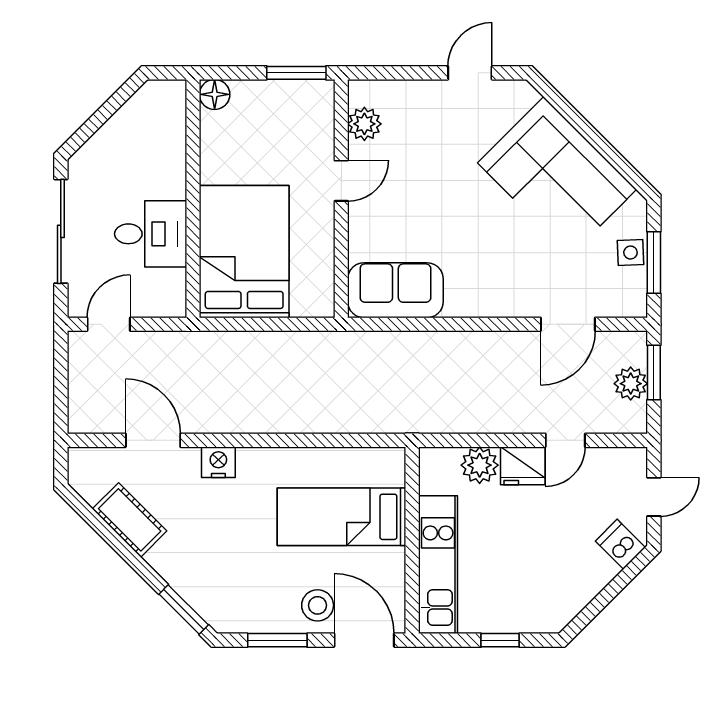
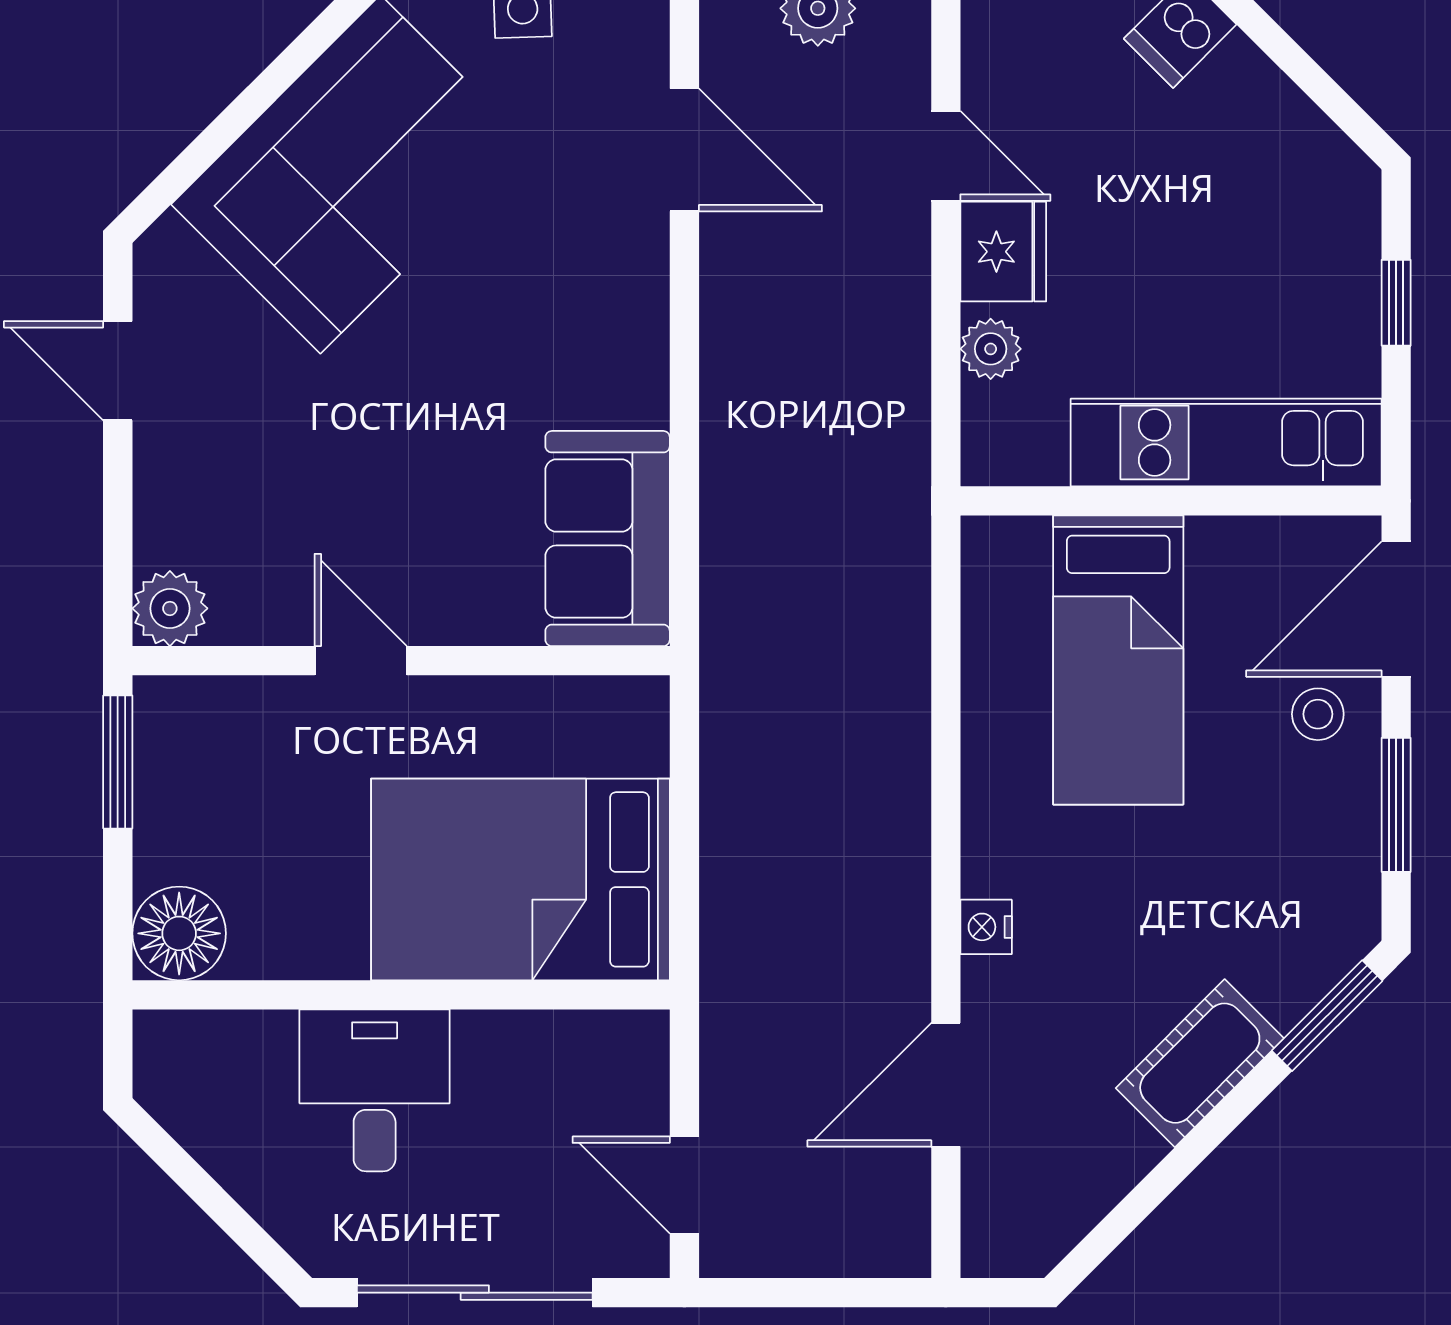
floor lamp: (215, 94) -> (179, 933), width x1.38, depth x1.38
plant: (364, 124) -> (170, 608), moved
desk: (151, 234) -> (375, 1090), moved
nightstand: (218, 462) -> (986, 927), width x0.72, depth x0.74
plant: (480, 465) -> (991, 349), width x0.73, depth x0.73
cot: (130, 520) -> (1200, 1063), moved
stool: (318, 605) -> (1318, 714), width x0.73, depth x0.73

